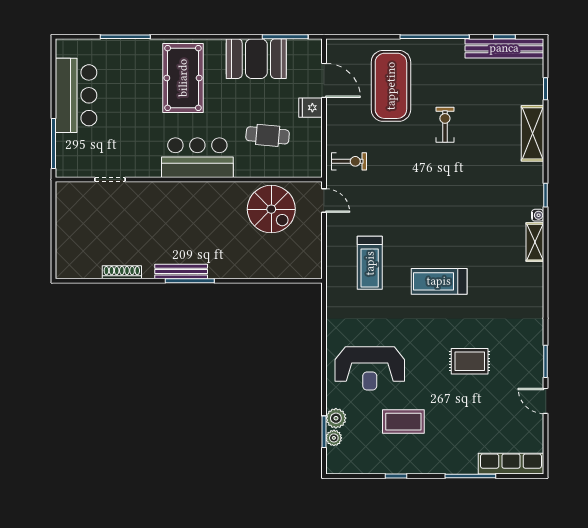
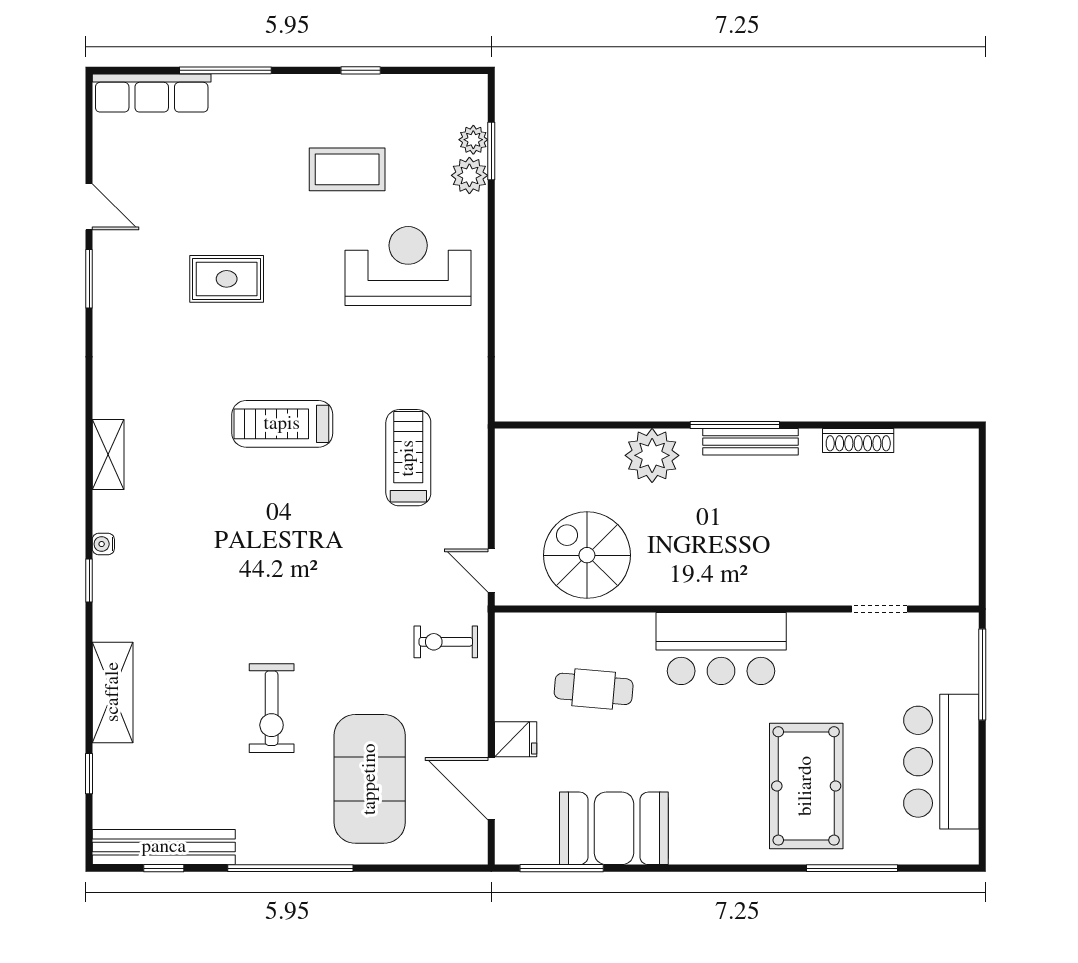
pool table: (183, 78) -> (806, 786), moved
exercise bike: (445, 125) -> (272, 708), width x1.38, depth x1.39
shelving: (535, 242) -> (108, 455), moved
plant: (235, 264) -> (652, 455), added
treadmill: (439, 281) -> (282, 424), turned 180

